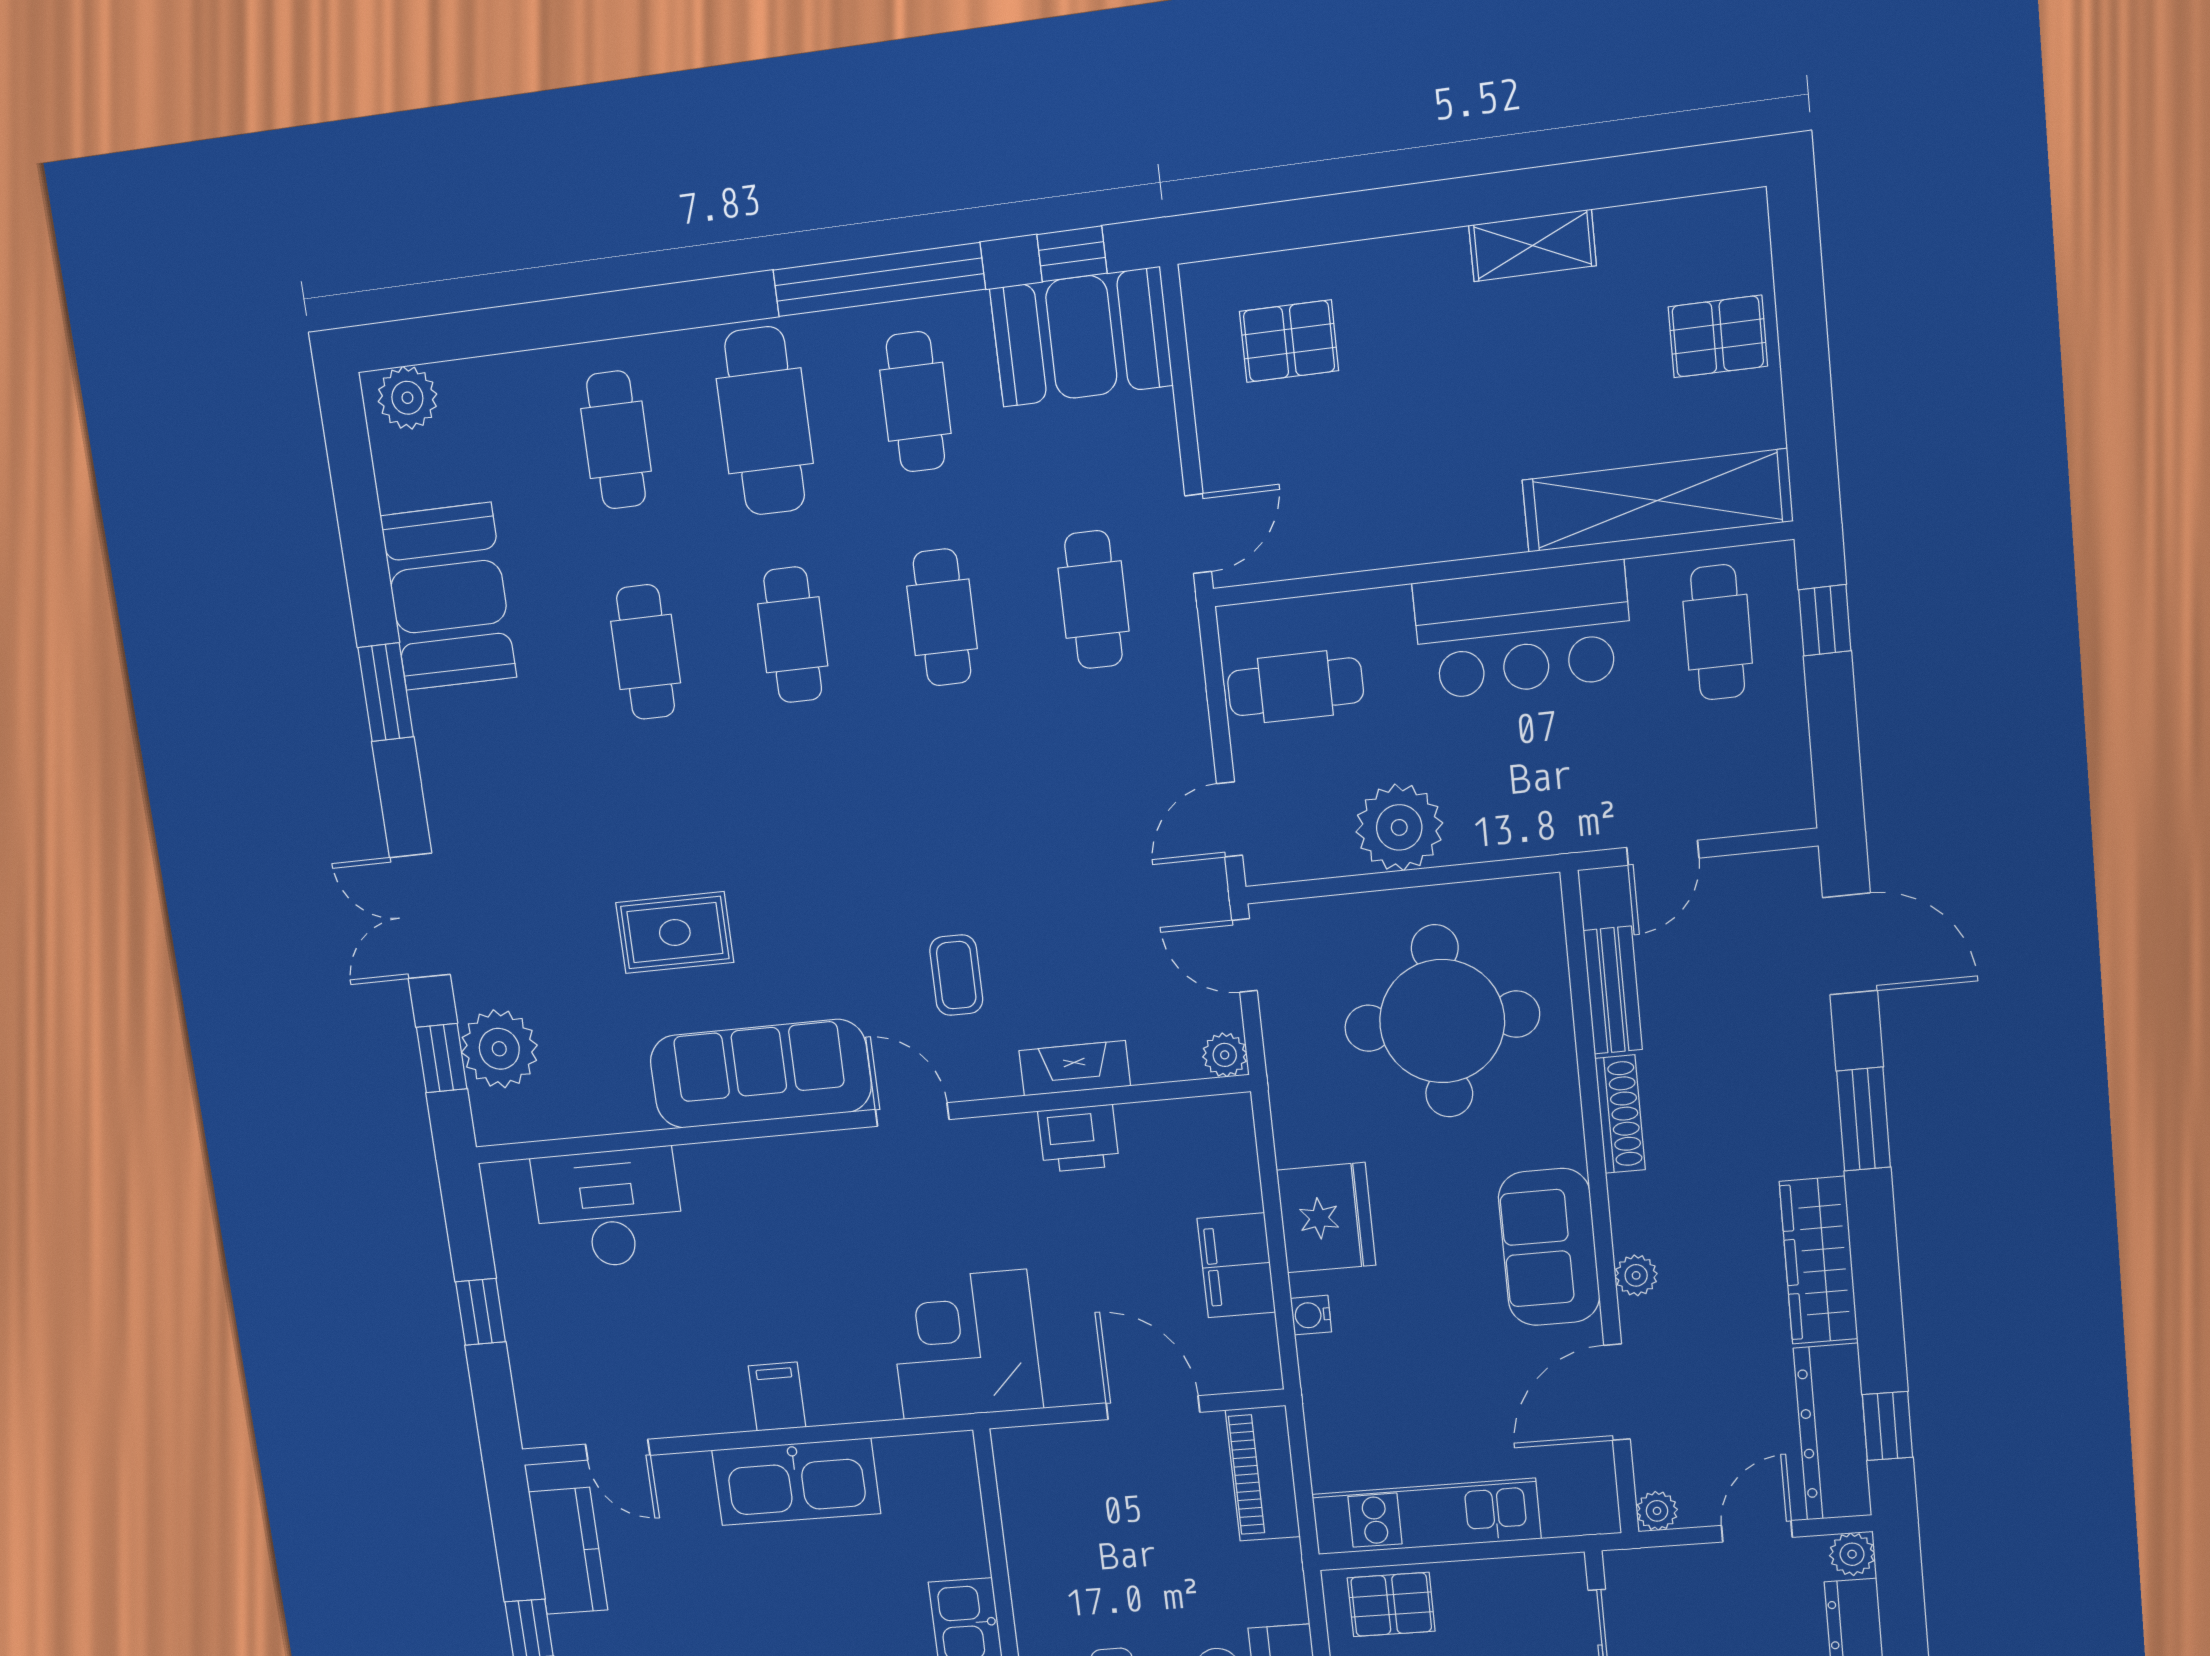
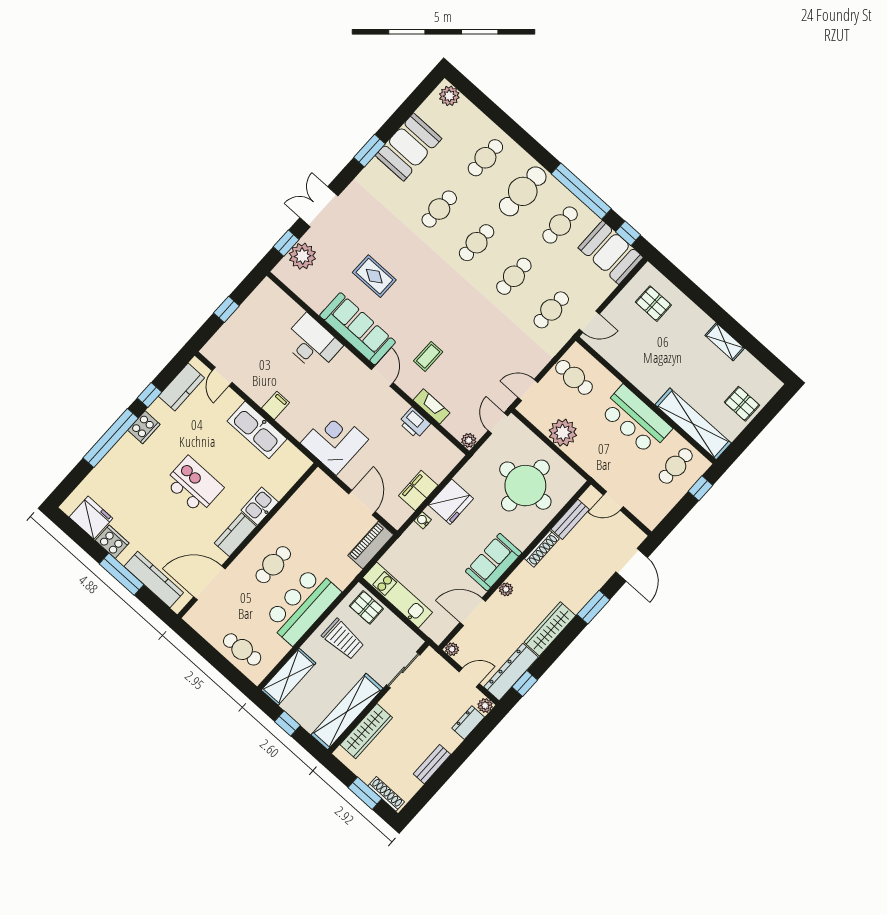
desk: (608, 1208) -> (312, 343), moved

